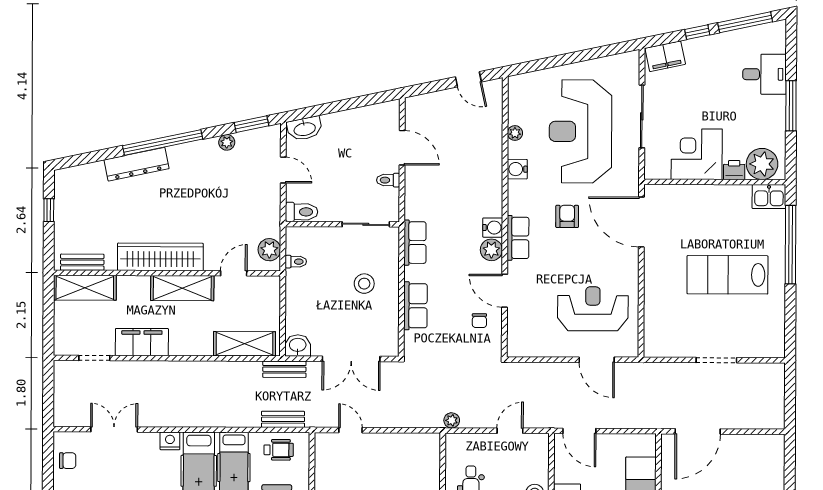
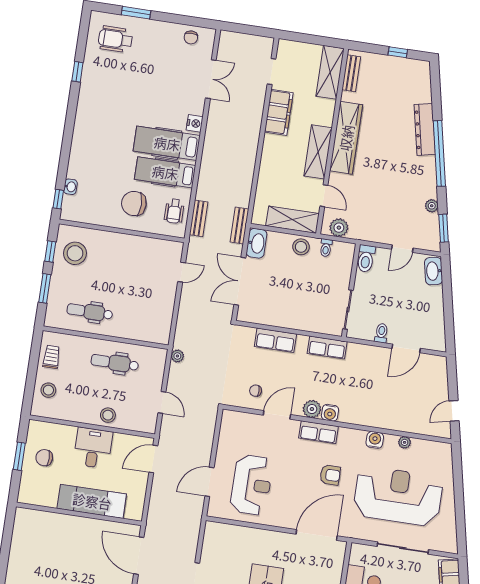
stool: (364, 284) -> (301, 247), moved
shelving: (245, 344) -> (292, 220), moved, turned 90
washbasin: (298, 346) -> (257, 243), width x1.38

